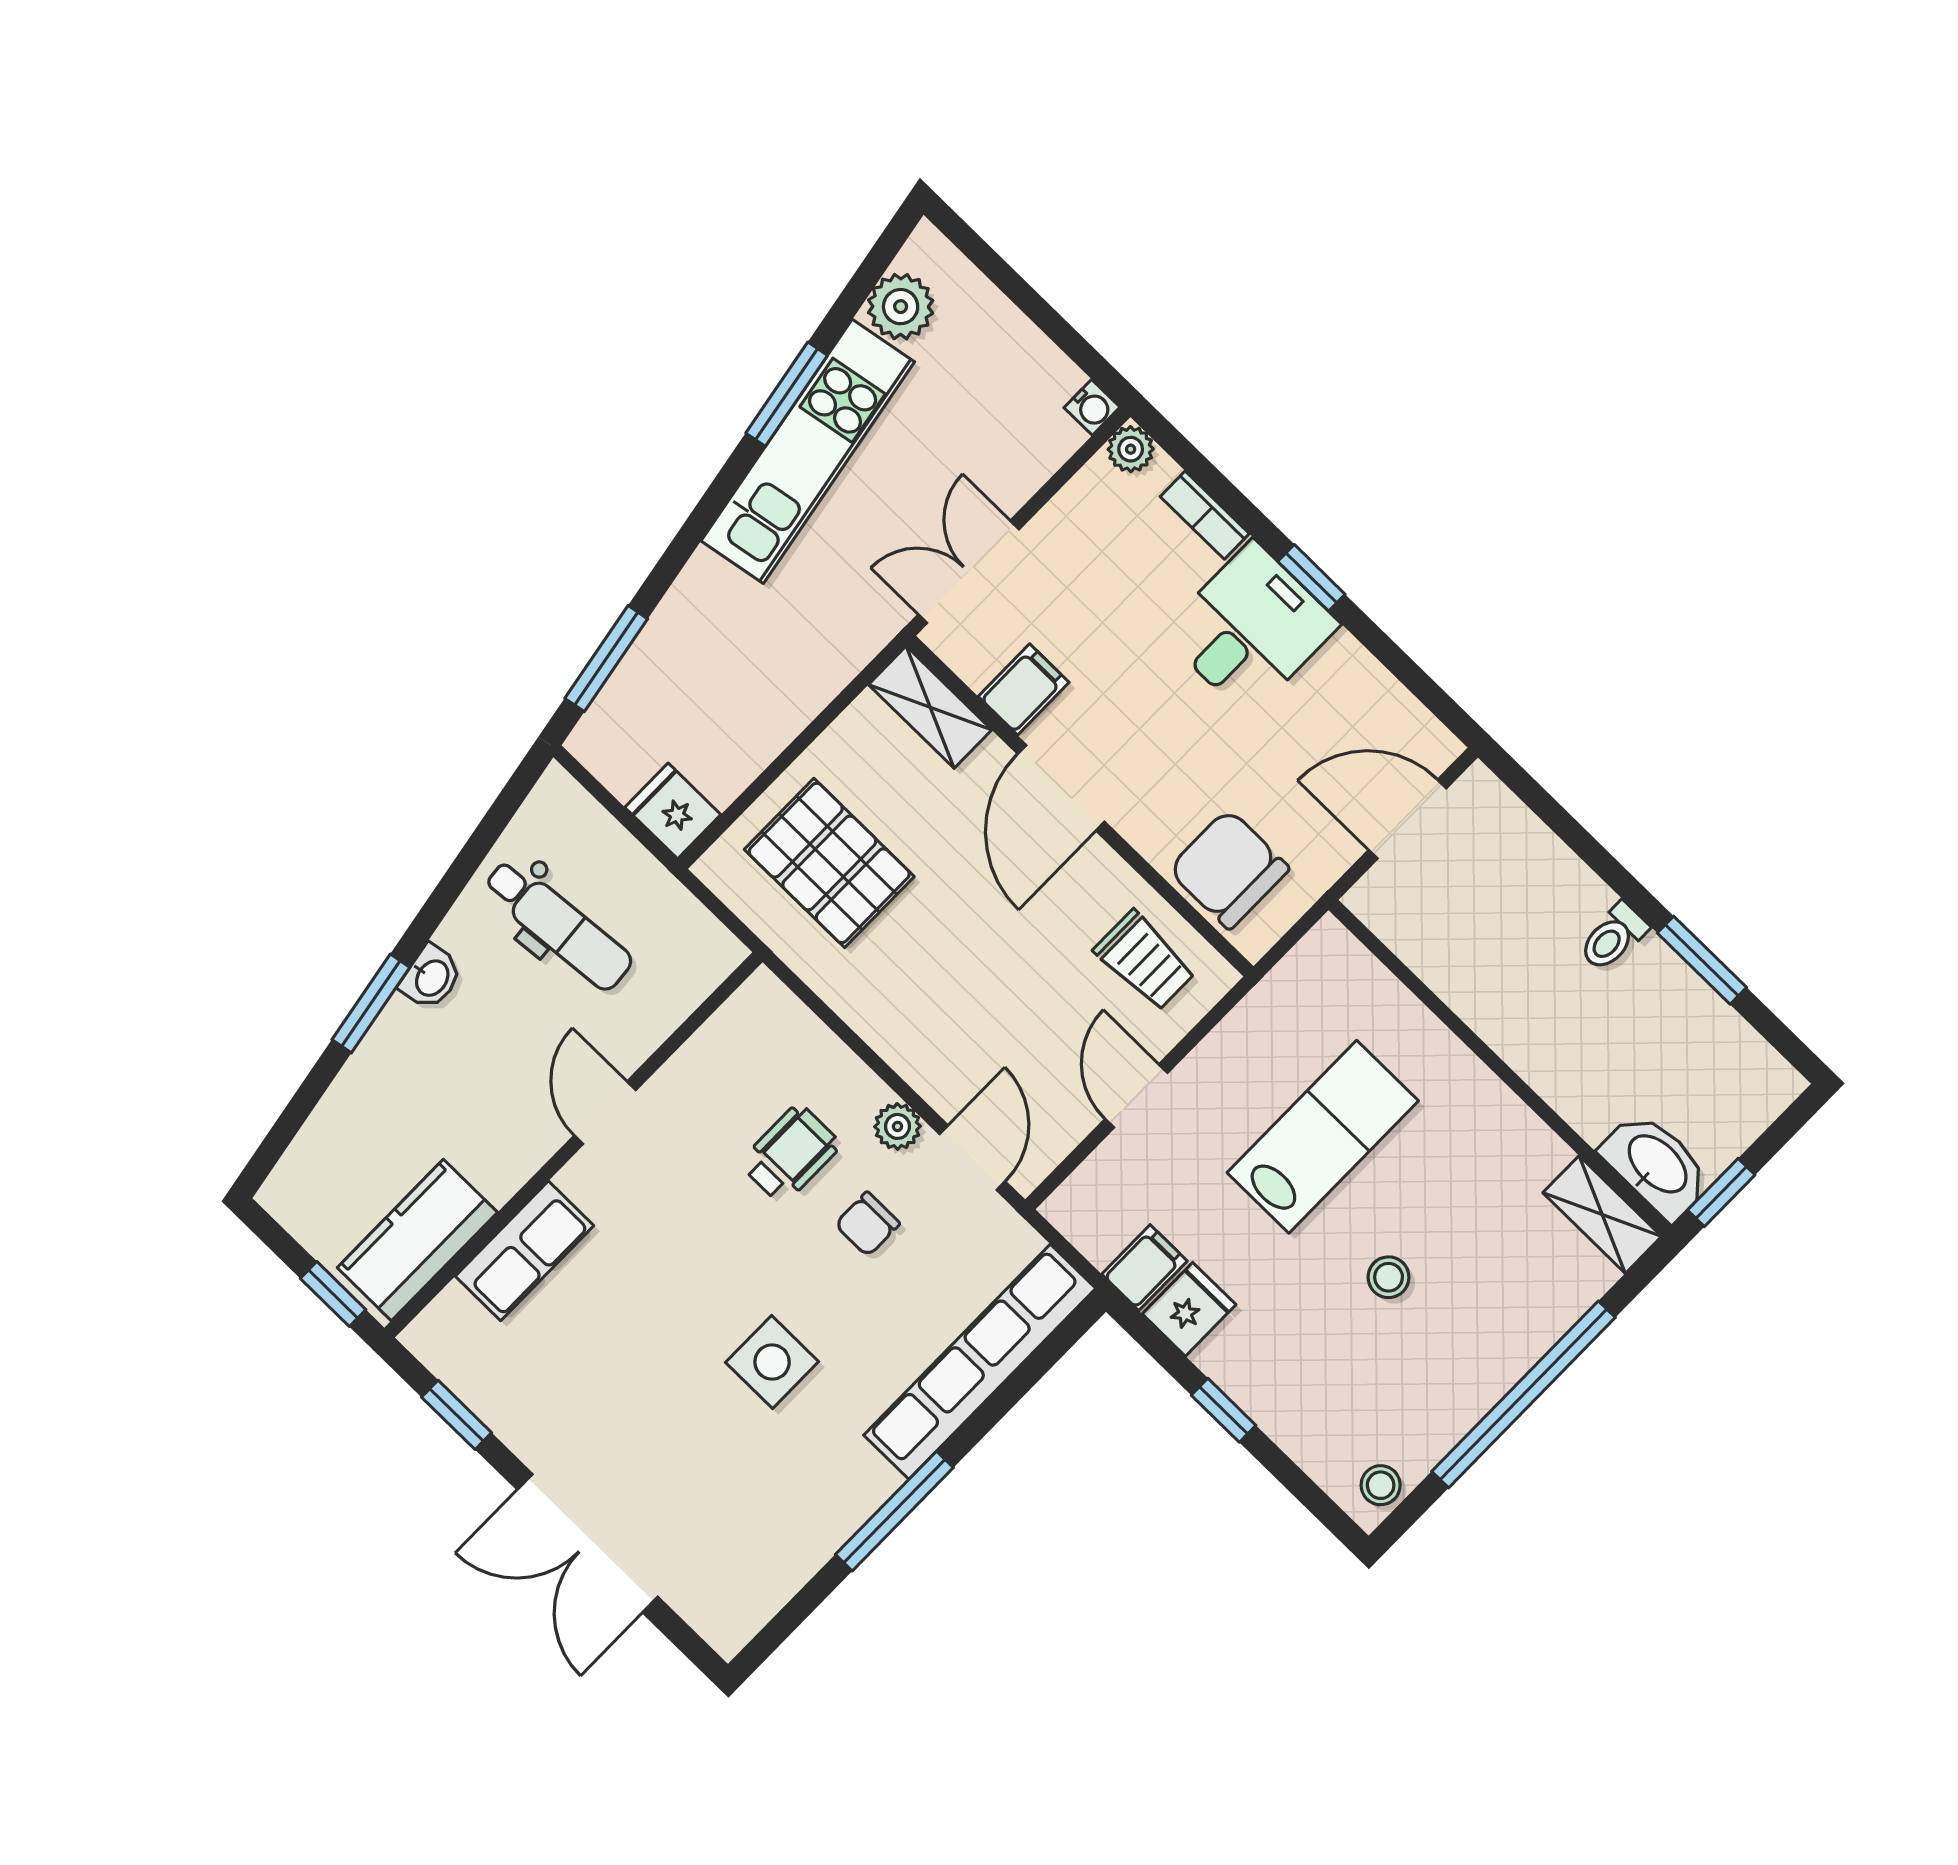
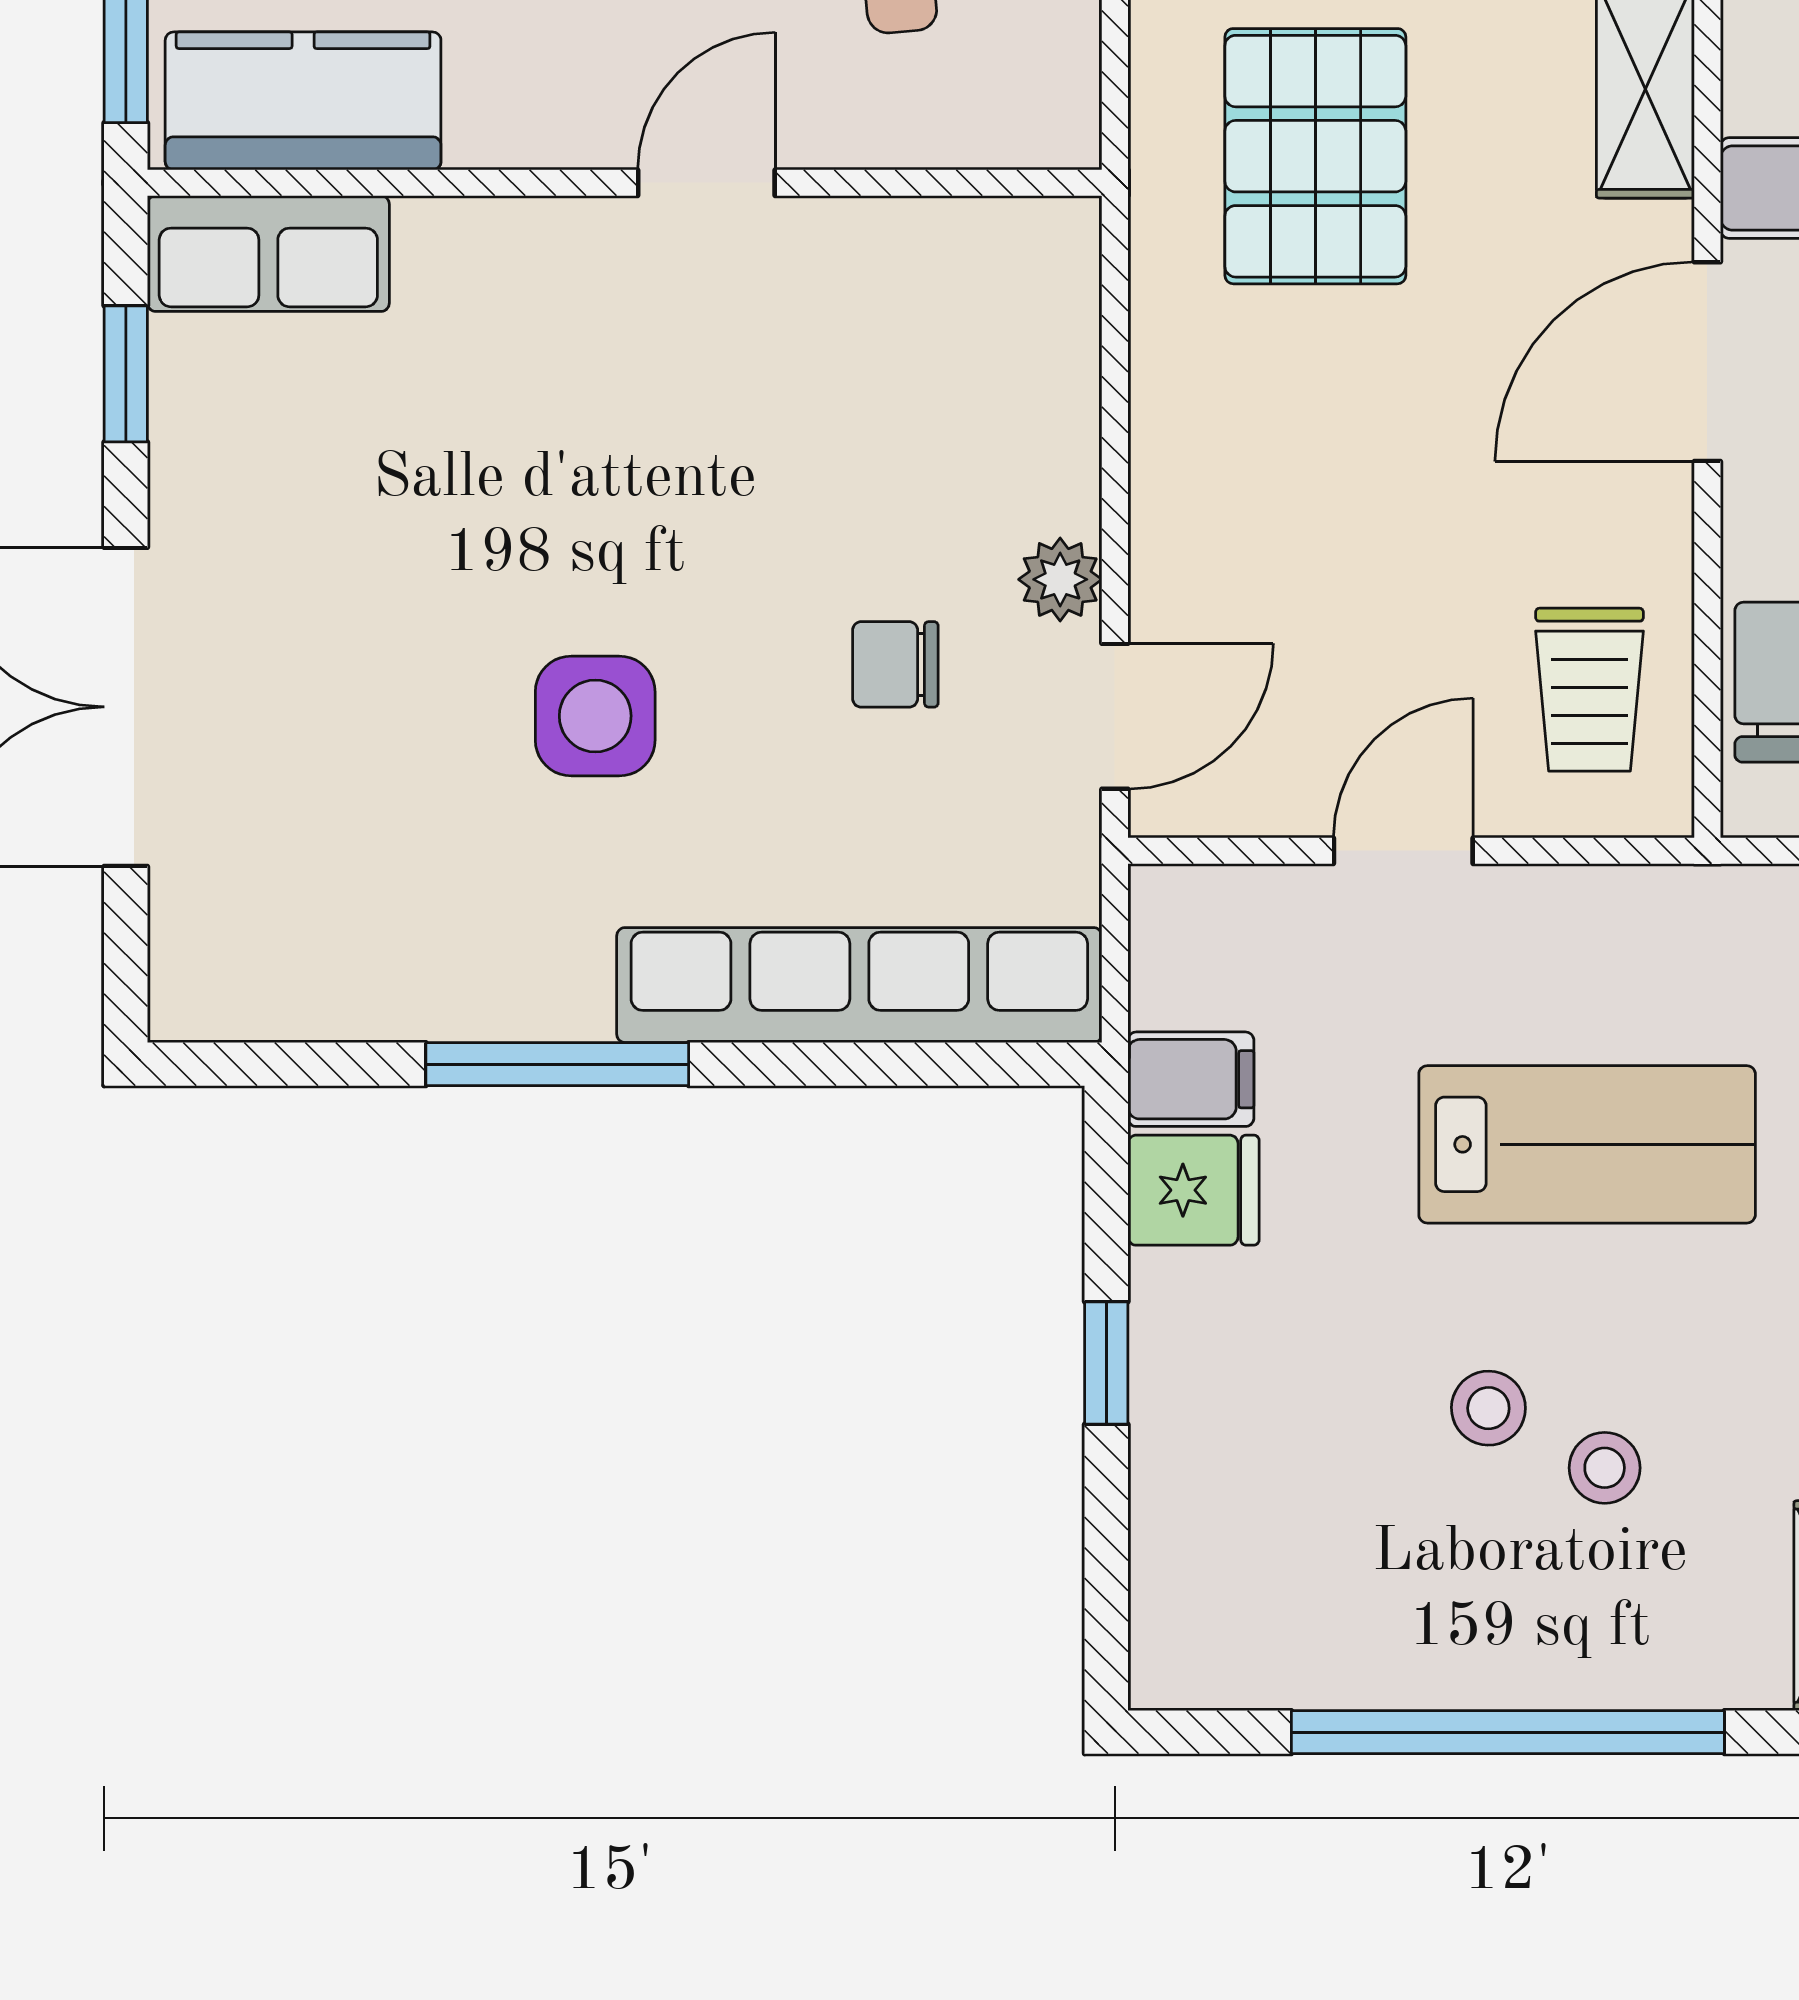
wheelchair: (790, 1154) -> (888, 476), removed
row of seats: (524, 1251) -> (268, 254), moved
stool: (1381, 1485) -> (1605, 1468), moved

